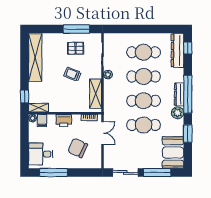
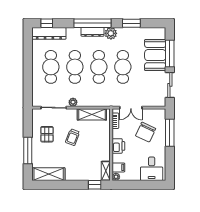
window: (76, 29) -> (28, 151), moved
shelving: (35, 58) -> (49, 174), width x0.68
double door: (103, 133) -> (131, 108), swing flipped
booth: (173, 153) -> (155, 55), moved, turned 90
window: (54, 172) -> (170, 133), moved

